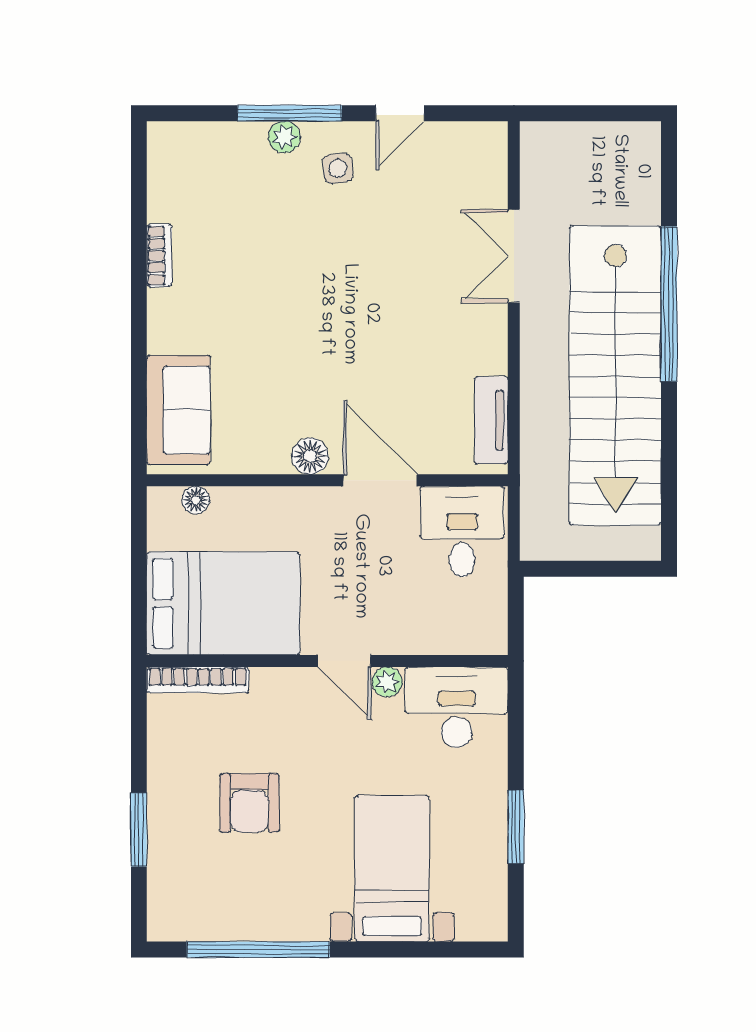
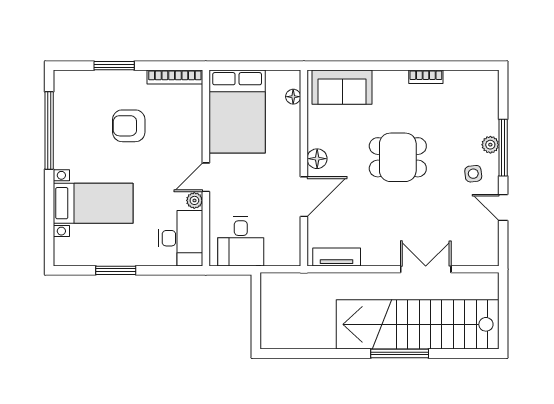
window: (669, 304) -> (400, 353), width x0.68
dining table: (307, 307) -> (398, 157), added
stairs: (615, 376) -> (418, 324), moved
desk: (462, 532) -> (241, 241), moved, turned 90
bookcase: (198, 680) -> (175, 77), moved, turned -90

